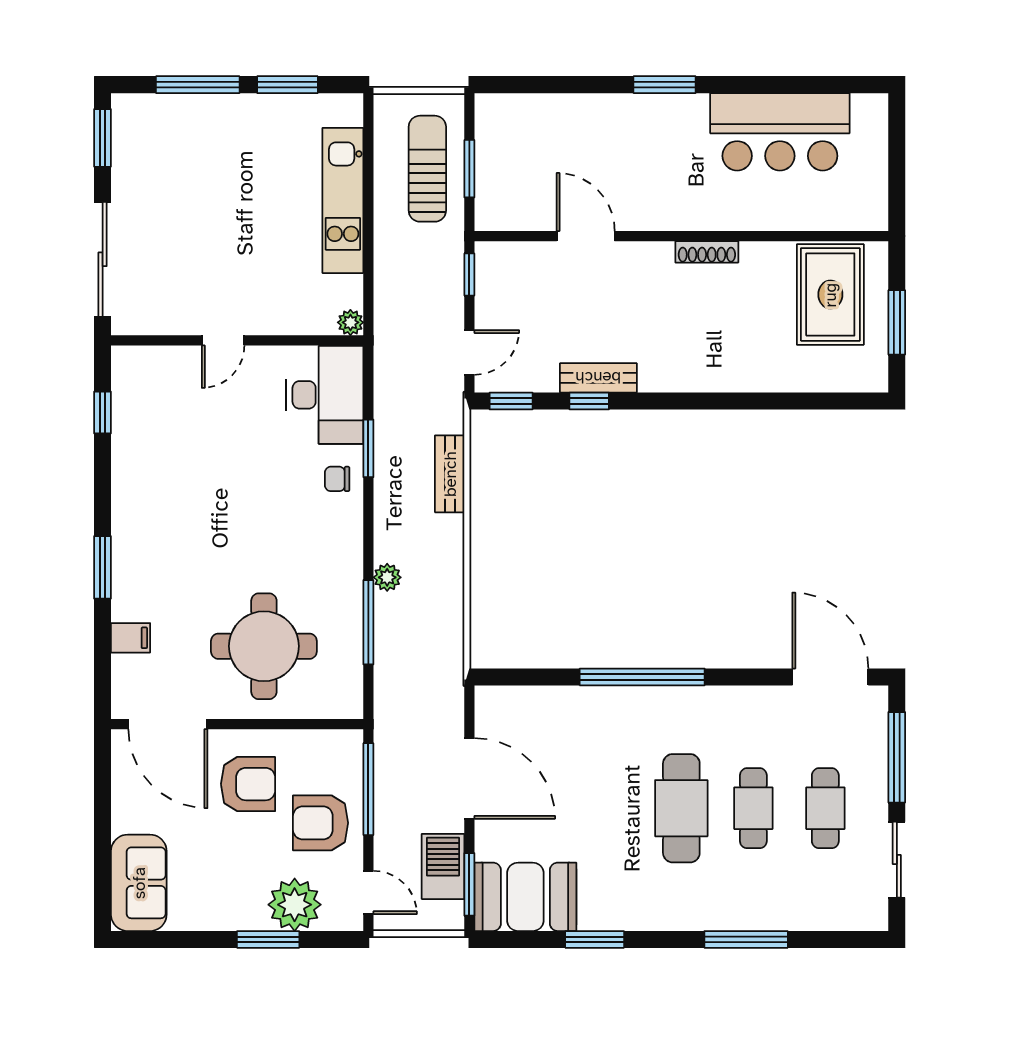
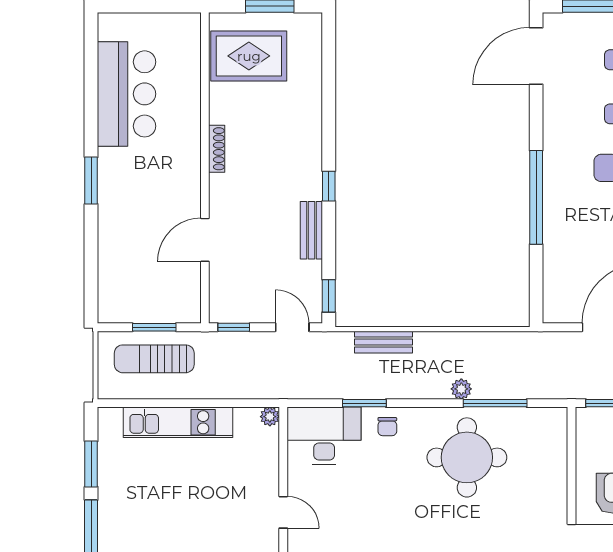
window: (589, 401) -> (329, 186), moved
round table: (264, 646) -> (467, 457), moved

